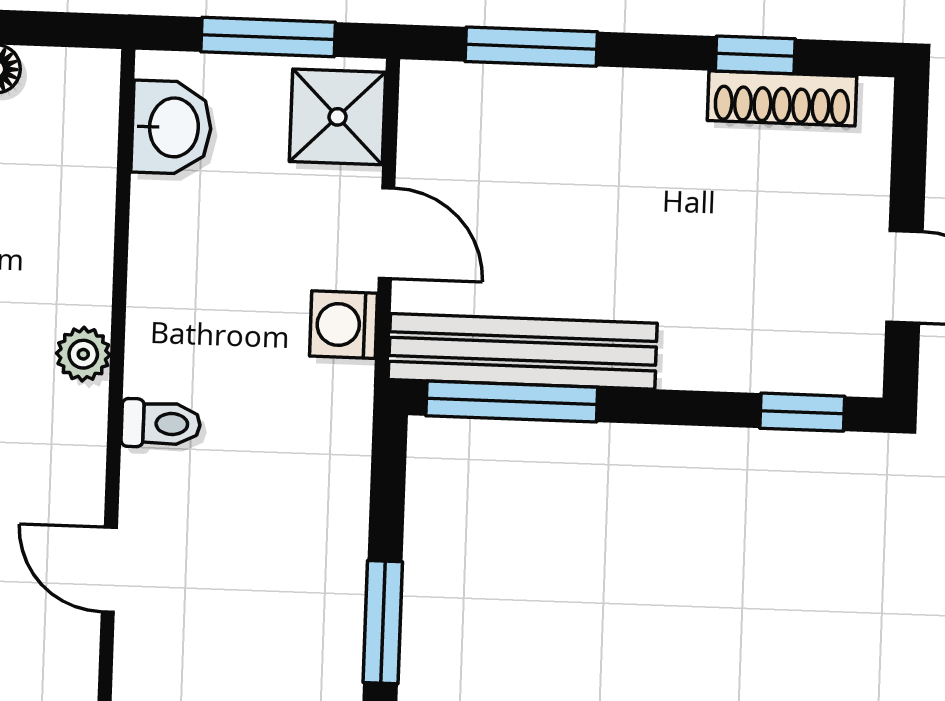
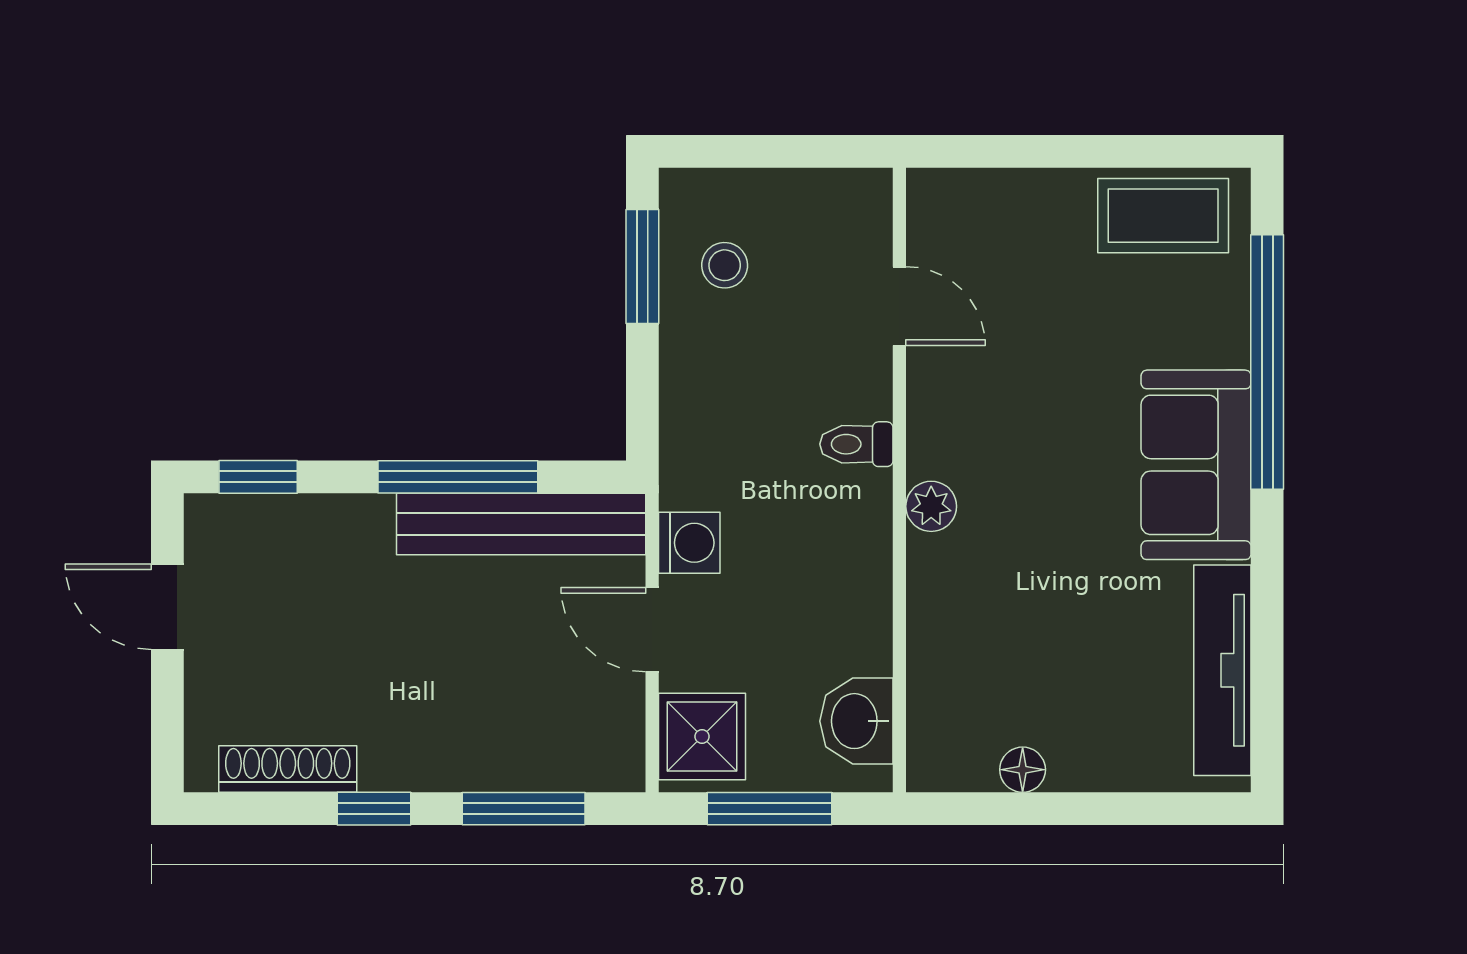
window: (755, 55) -> (374, 809), moved
window: (512, 402) -> (458, 477), moved
stool: (295, 620) -> (725, 265), added

